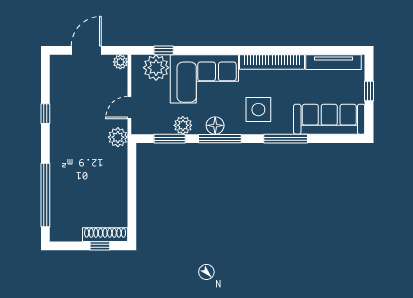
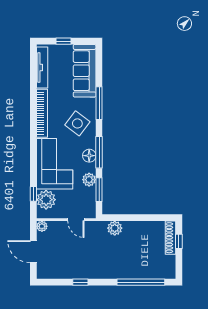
side table: (258, 110) -> (77, 123), turned 37
plant: (118, 137) -> (115, 228), moved

